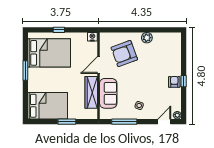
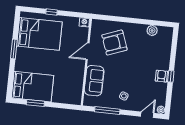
plant: (147, 38) -> (152, 30), moved
wardrobe: (91, 92) -> (77, 78), removed
window: (67, 122) -> (35, 103), moved

